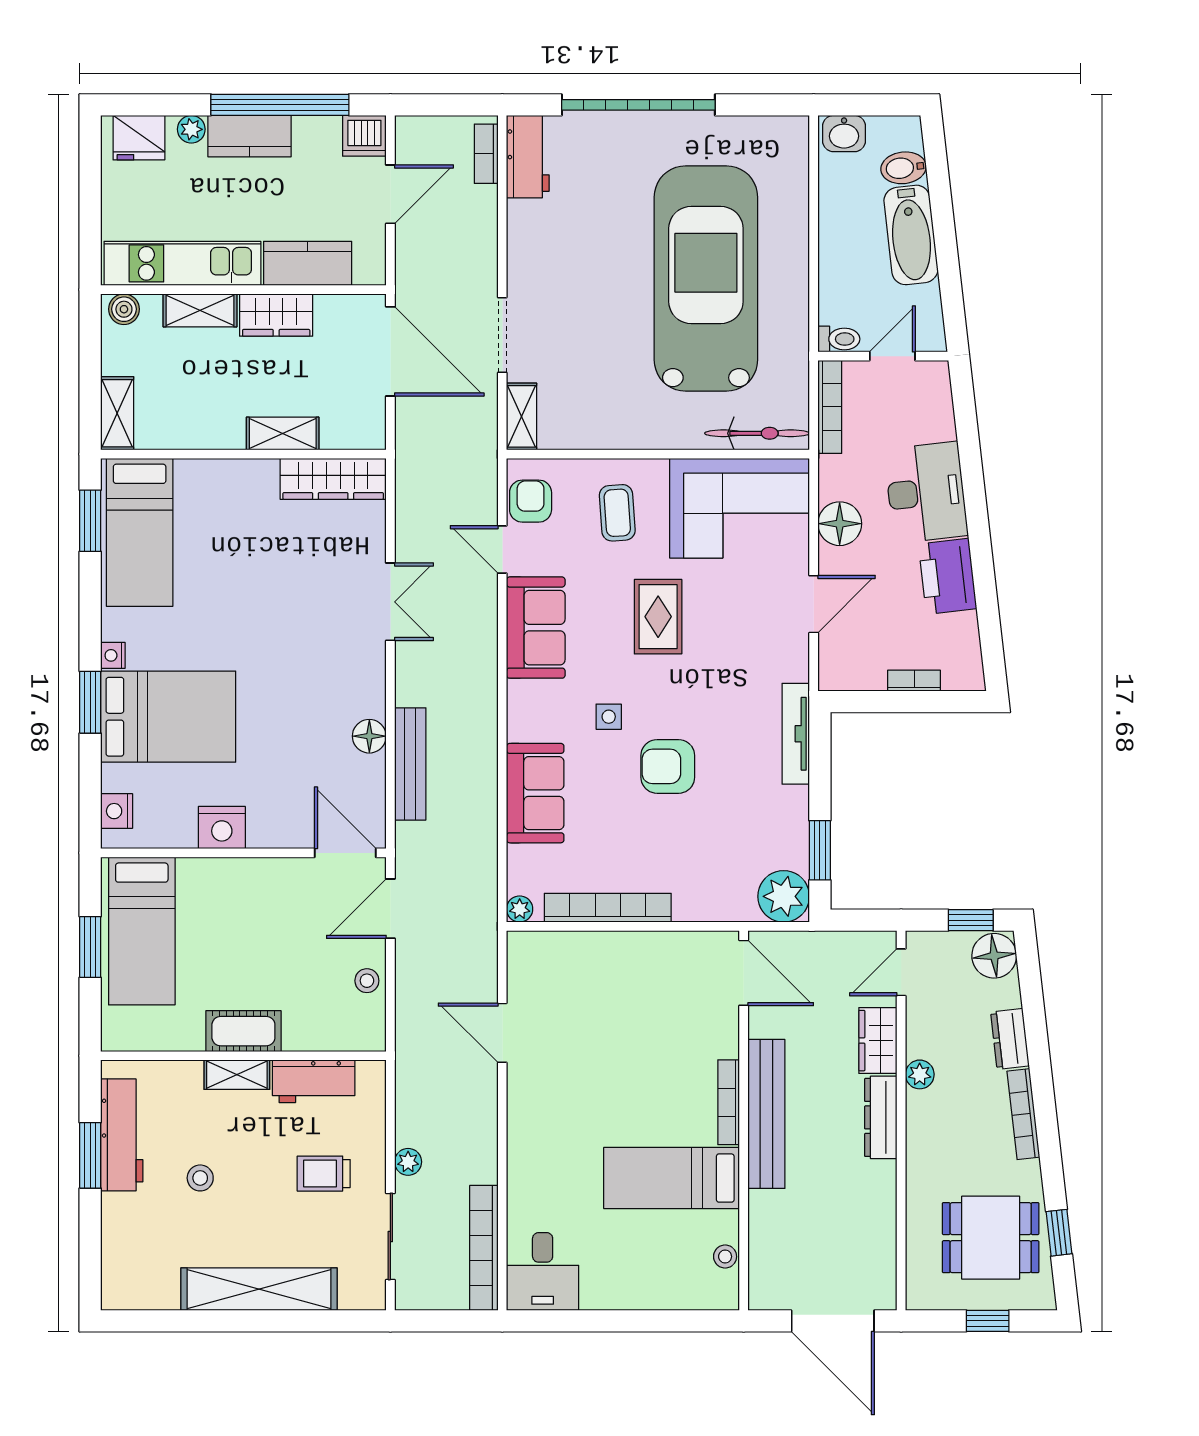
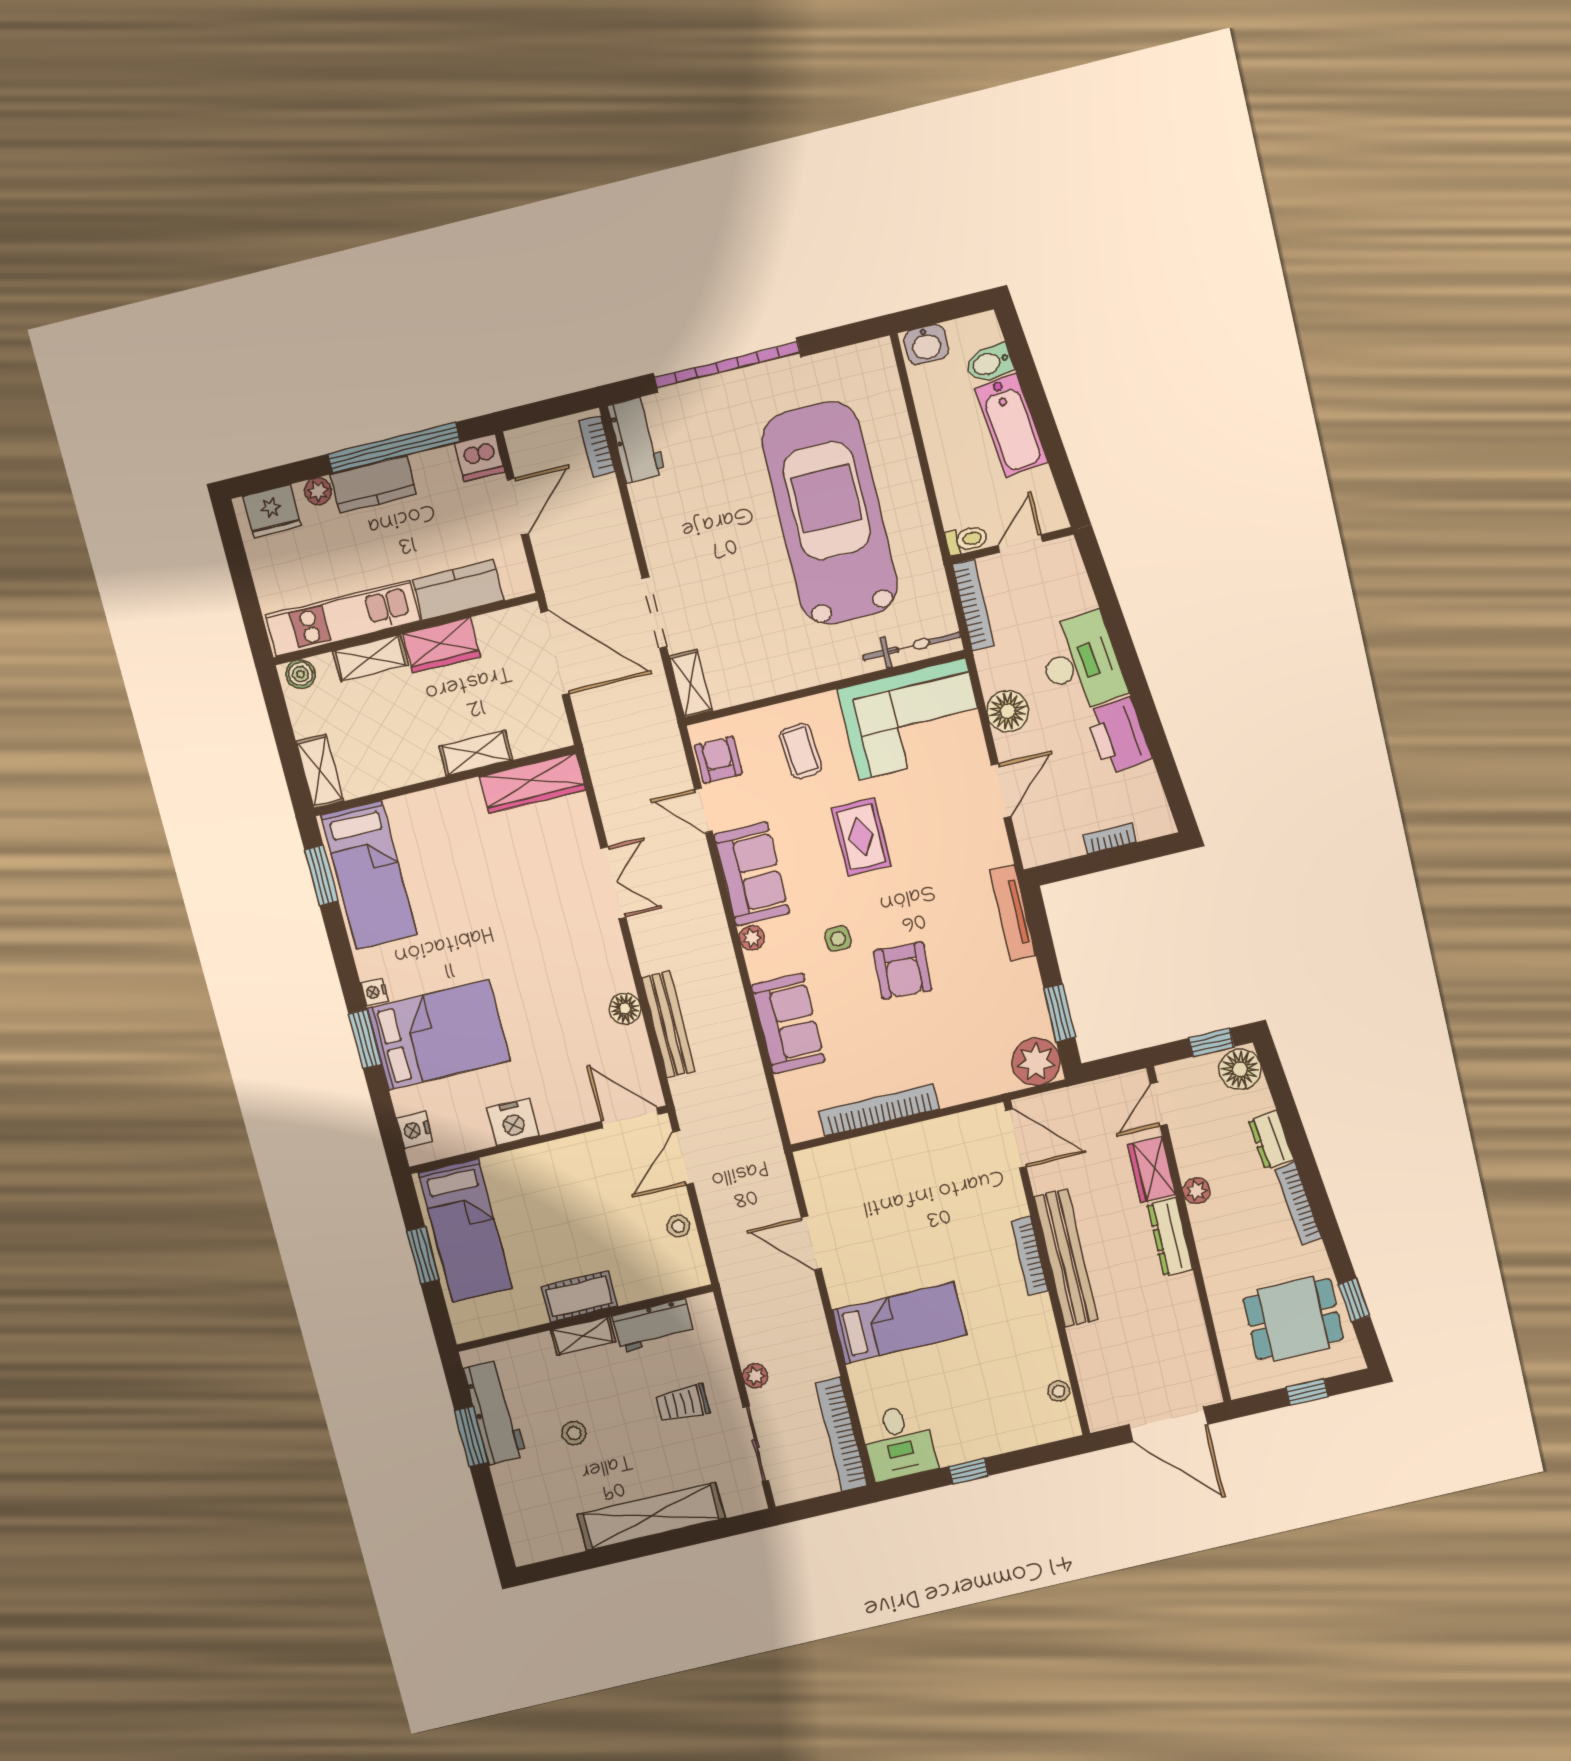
armchair: (668, 766) -> (903, 971), turned -87
plant: (520, 909) -> (752, 938), moved
bed: (672, 1178) -> (899, 1323), moved, turned 180
window: (609, 1321) -> (969, 1471), added

